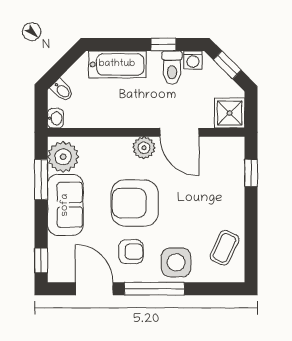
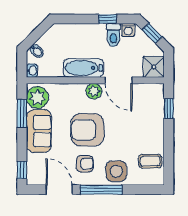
bathtub: (117, 64) -> (83, 68), moved, turned 180
coffee table: (224, 248) -> (150, 161), turned 65

